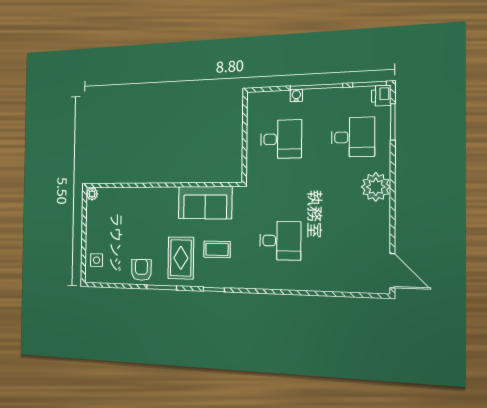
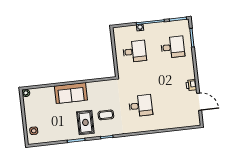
printer: (381, 96) -> (191, 85), moved
plant: (376, 187) -> (187, 72), removed
sofa: (205, 203) -> (71, 93), moved
armchair: (141, 270) -> (63, 132), removed
door: (392, 271) -> (199, 102), moved

